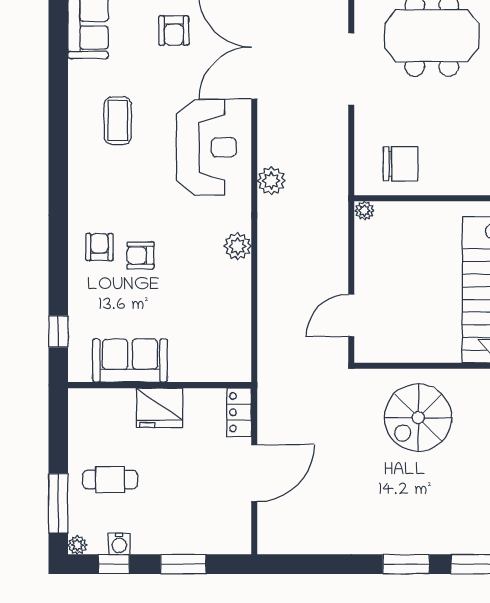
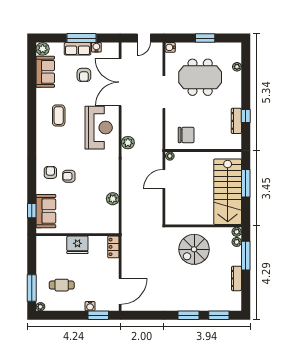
plant: (238, 246) -> (113, 199), moved
door: (351, 315) -> (164, 179), moved
sofa: (130, 361) -> (46, 211), moved, turned 90
door: (254, 473) -> (120, 291), moved
cafe table: (110, 479) -> (62, 285), moved
water cooler: (119, 544) -> (90, 306), moved
window: (114, 564) -> (57, 315), removed
window: (183, 564) -> (98, 315), moved

